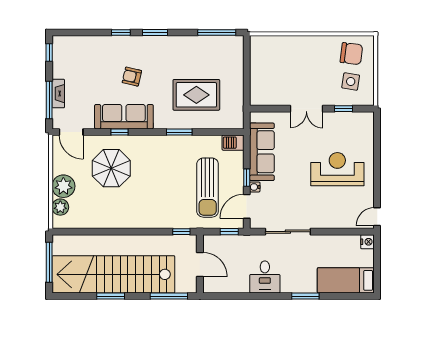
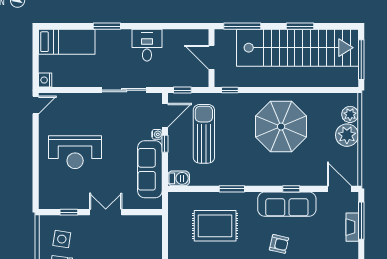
parasol: (111, 168) -> (281, 127), moved, width x1.36, depth x1.36

